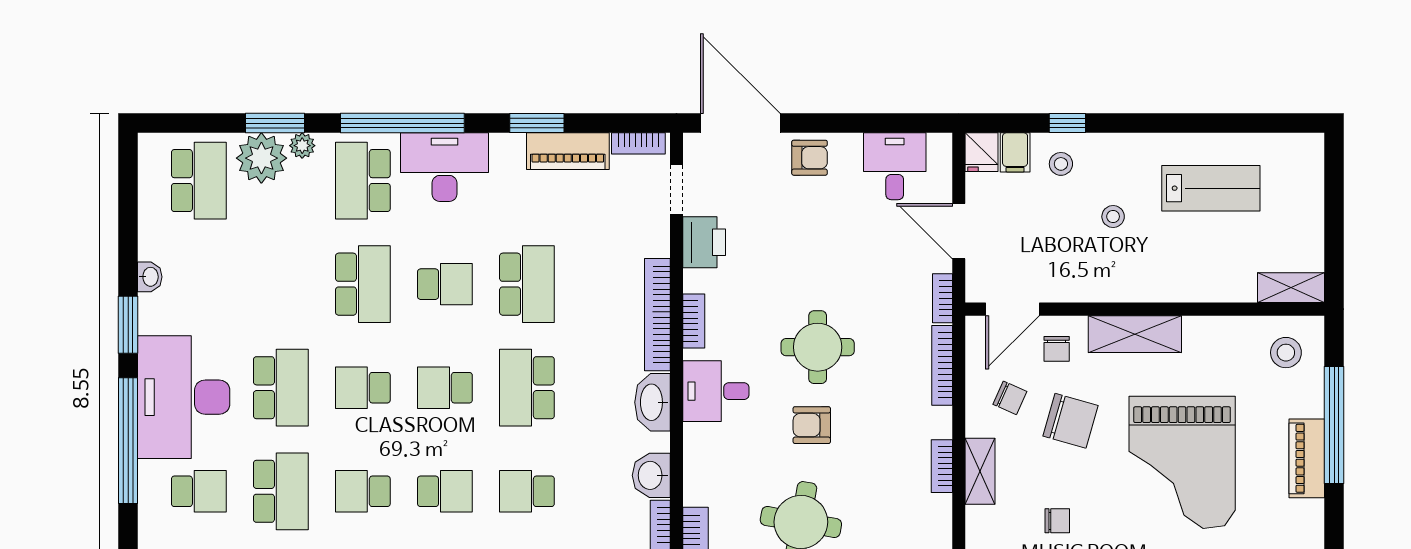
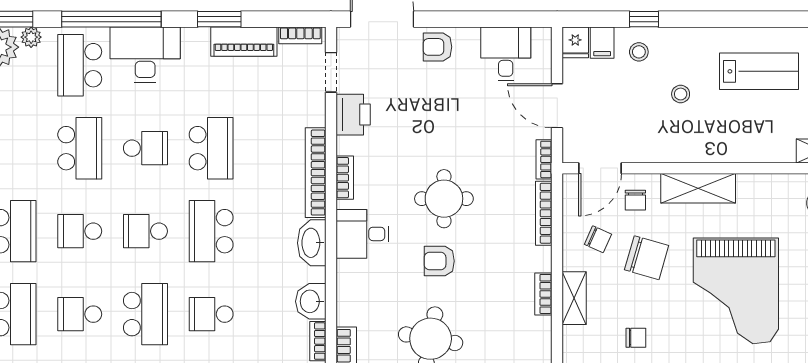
armchair: (810, 158) -> (437, 47), turned 180
school desk: (445, 491) -> (145, 314), width x1.85

